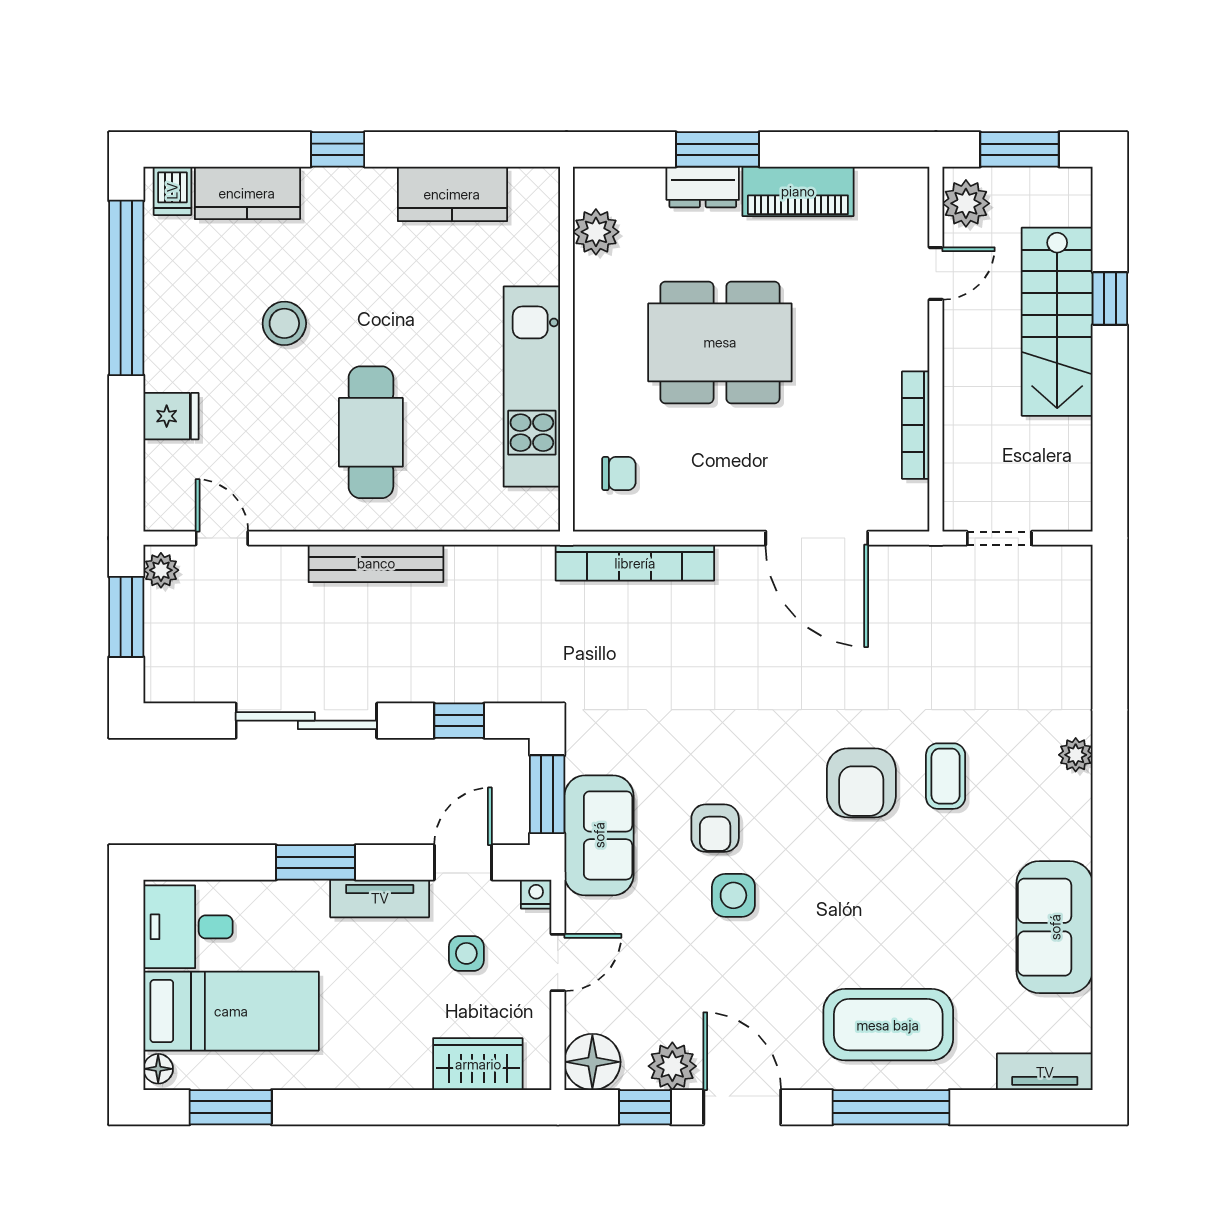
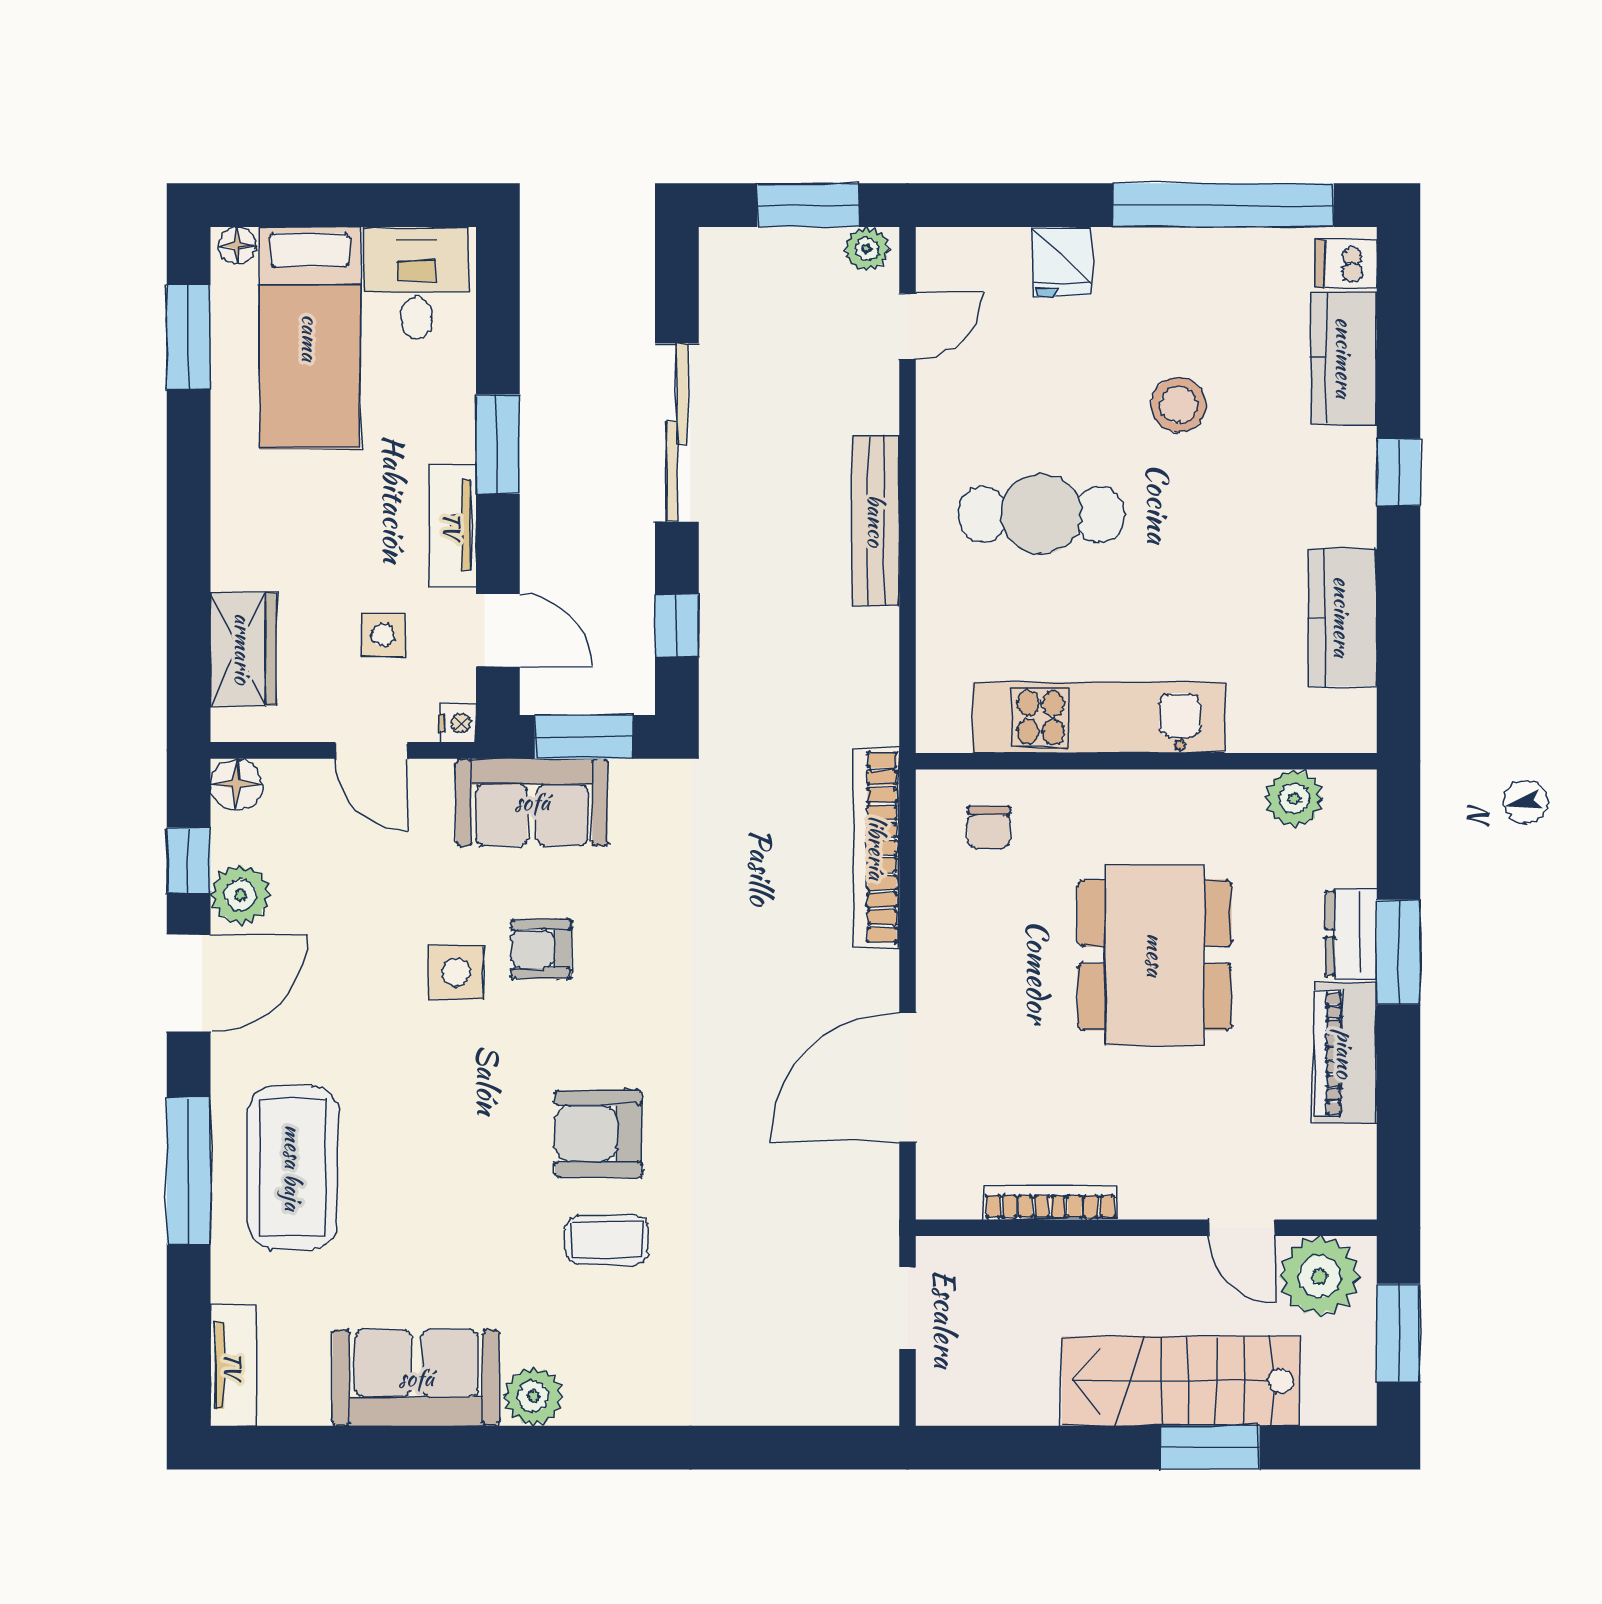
plant: (966, 203) -> (1319, 1277), width x1.36, depth x1.36
window: (1110, 299) -> (1210, 1448), width x1.50
plant: (1076, 755) -> (533, 1396), moved, width x1.38, depth x1.38
floor lamp: (592, 1062) -> (236, 784), width x0.73, depth x0.73

